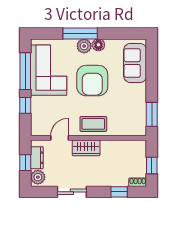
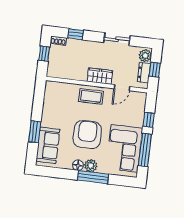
window: (152, 114) -> (35, 132), moved

